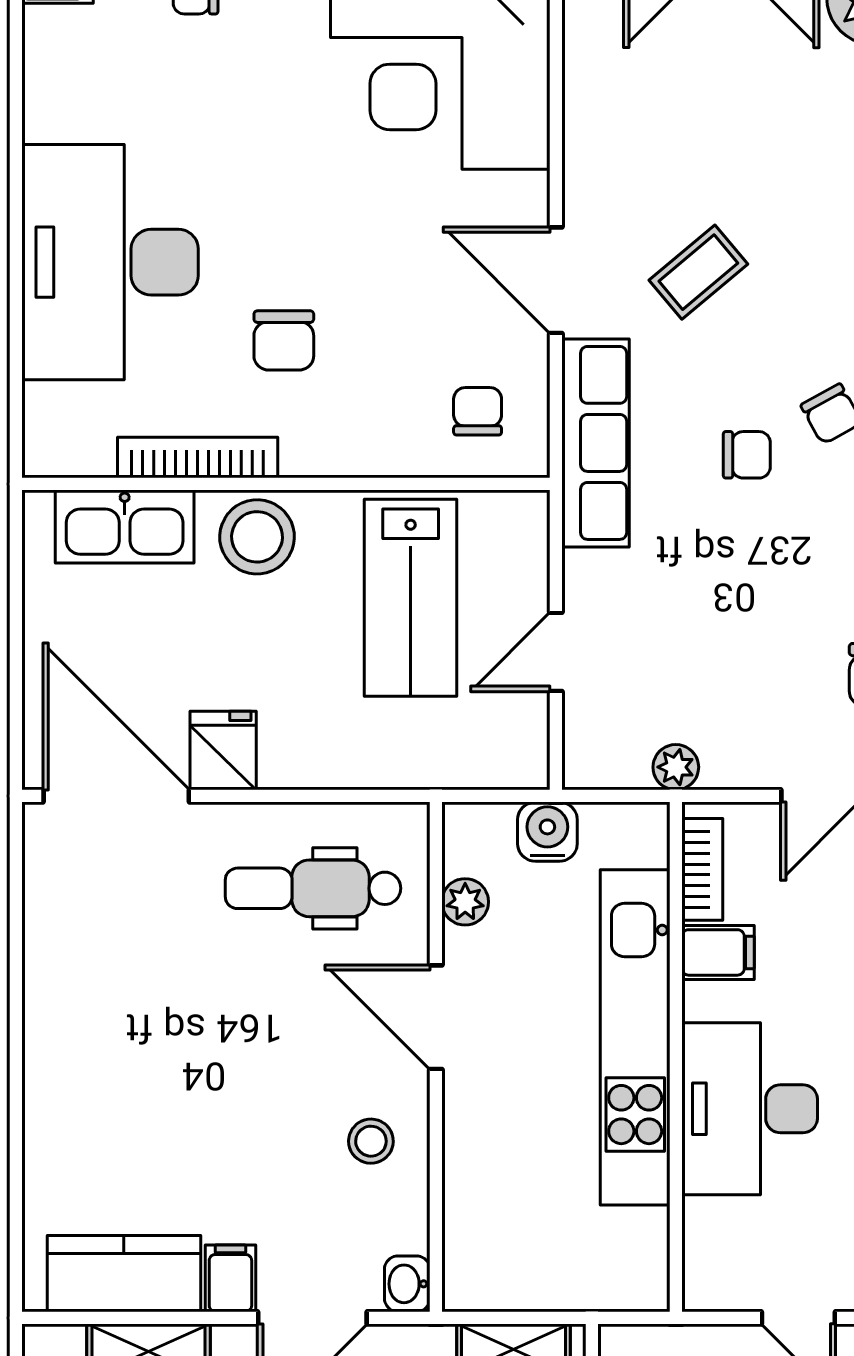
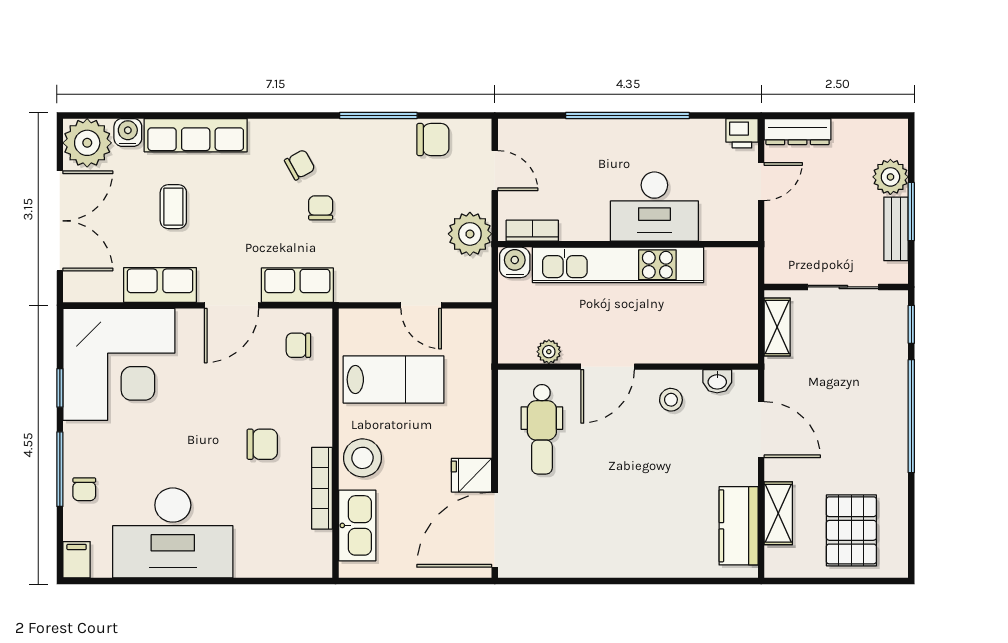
row of seats: (596, 140) -> (160, 285), added
desk: (110, 262) -> (173, 533), moved
coffee table: (698, 272) -> (173, 207), moved, turned 40
row of seats: (596, 443) -> (297, 285), width x0.68
plant: (676, 767) -> (470, 234), width x1.87, depth x1.87
water cooler: (547, 832) -> (515, 262), moved, turned 90
filing cabinet: (718, 952) -> (575, 223), removed
filing cabinet: (230, 1278) -> (741, 471), removed
washbasin: (407, 1284) -> (717, 381), moved

